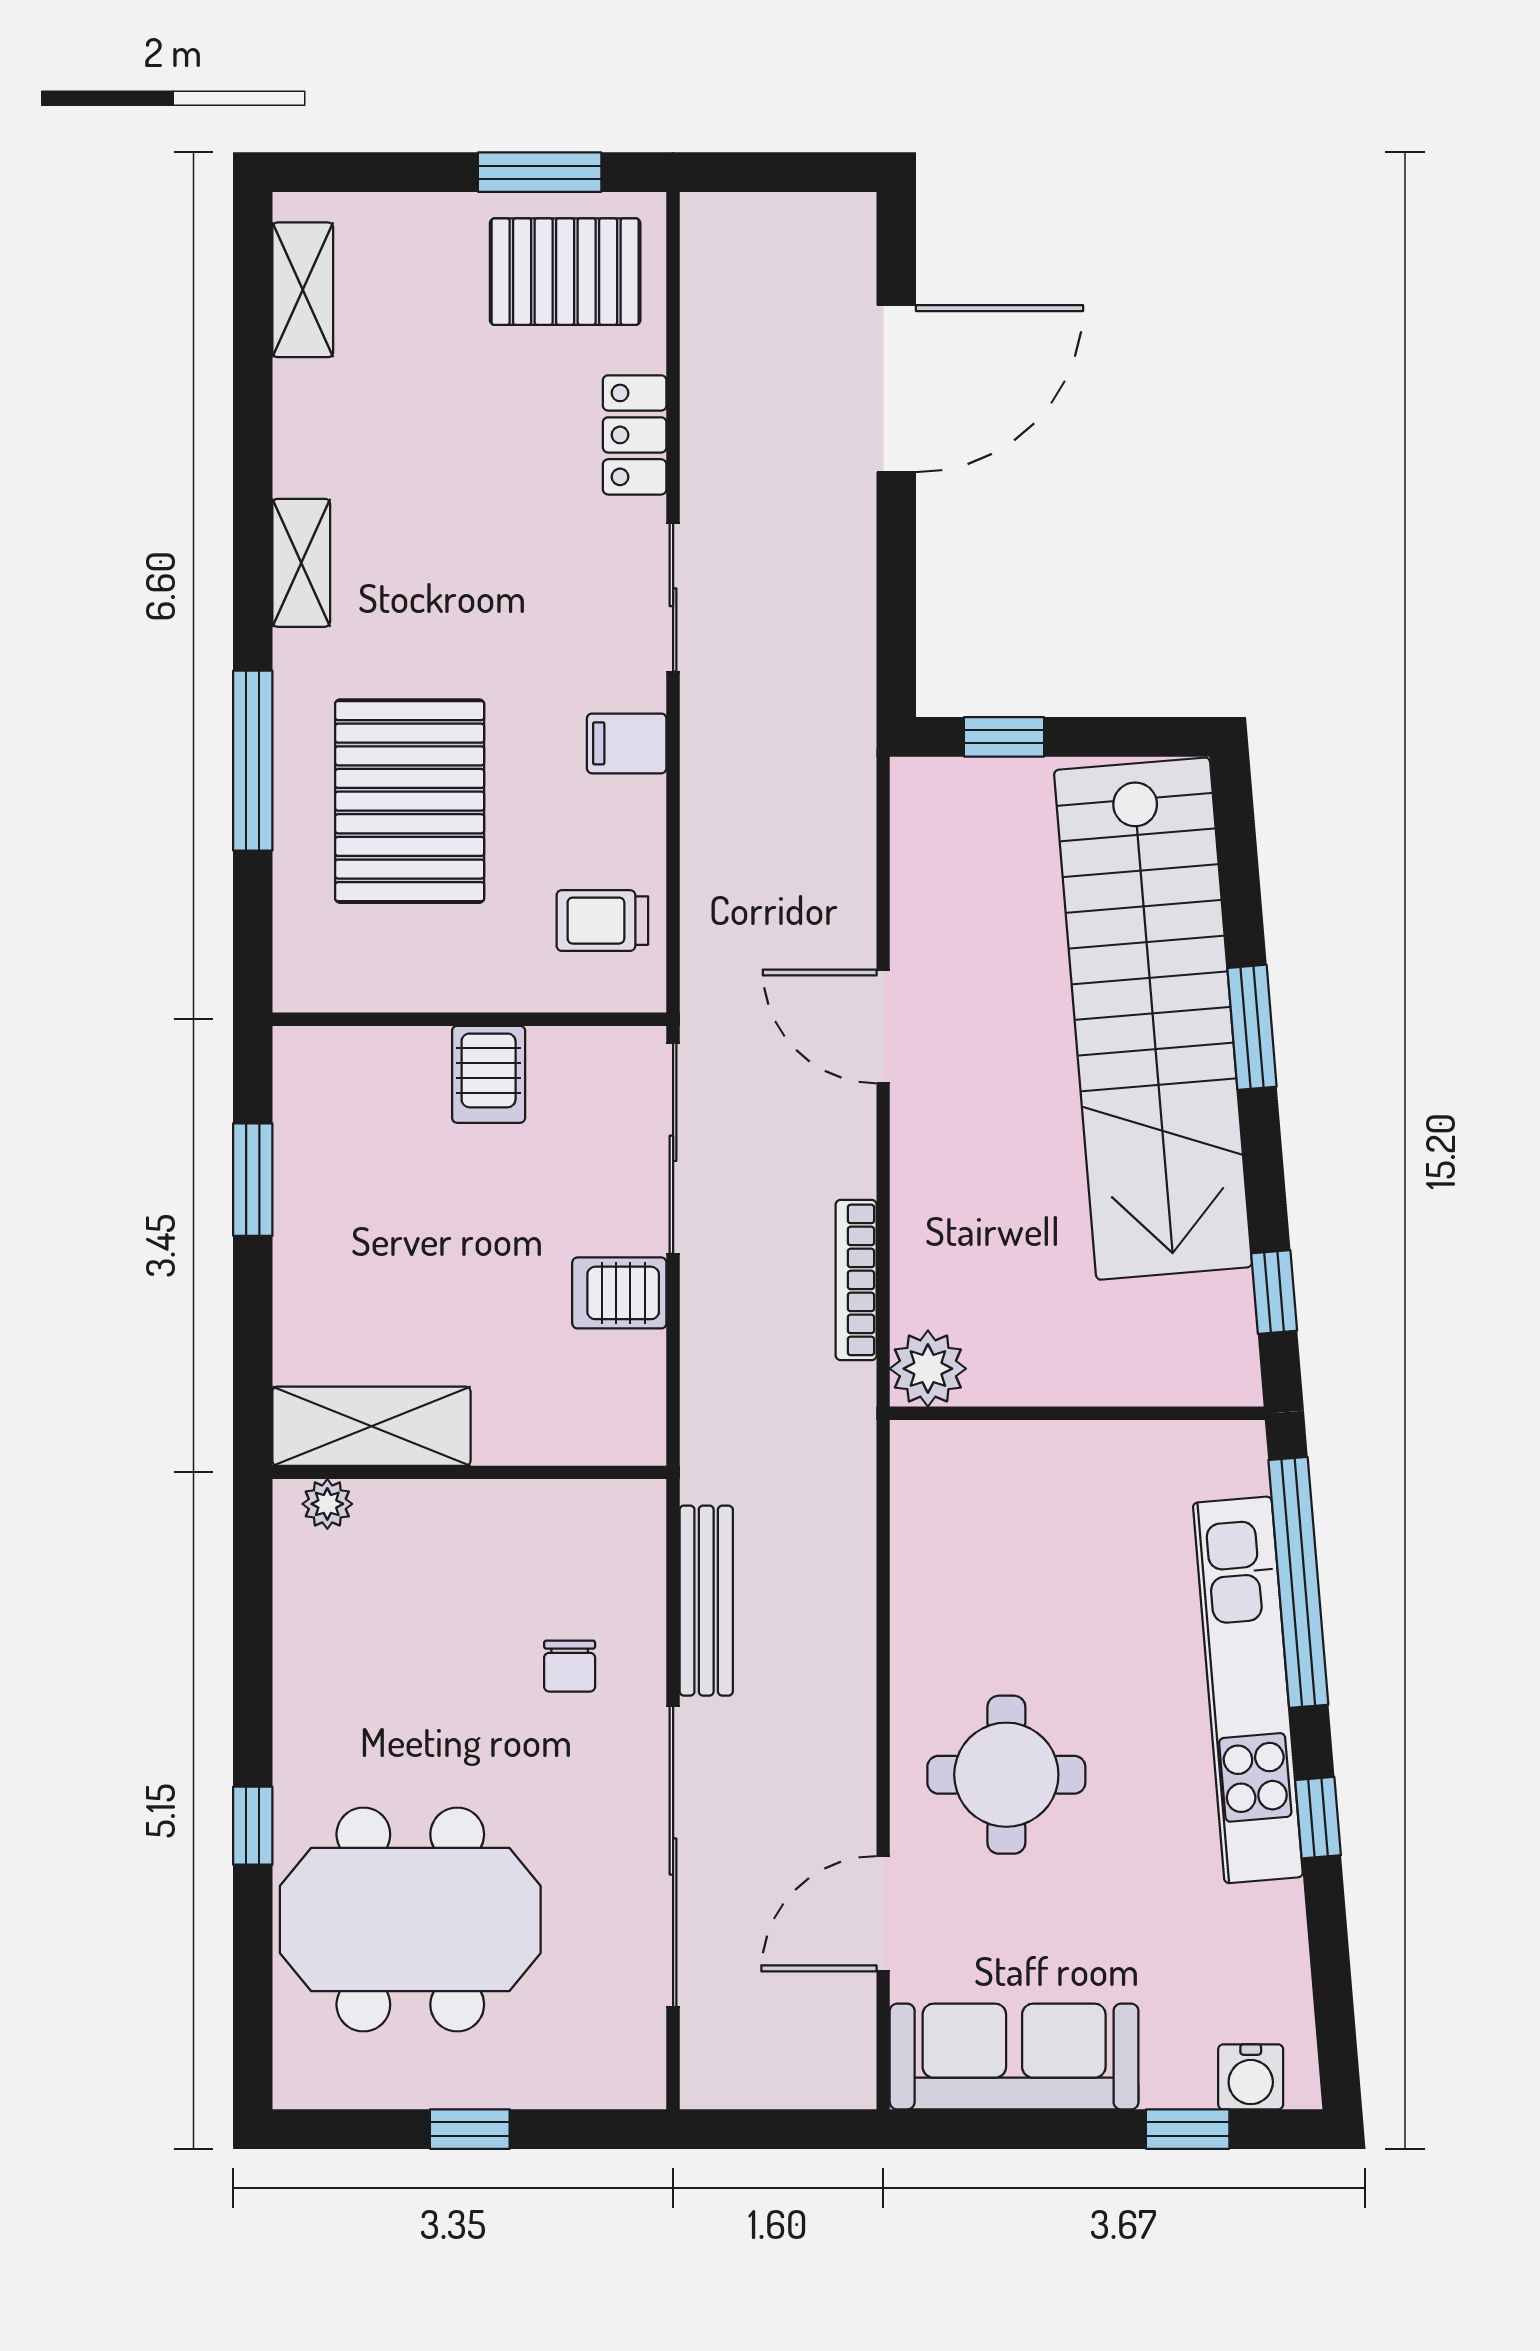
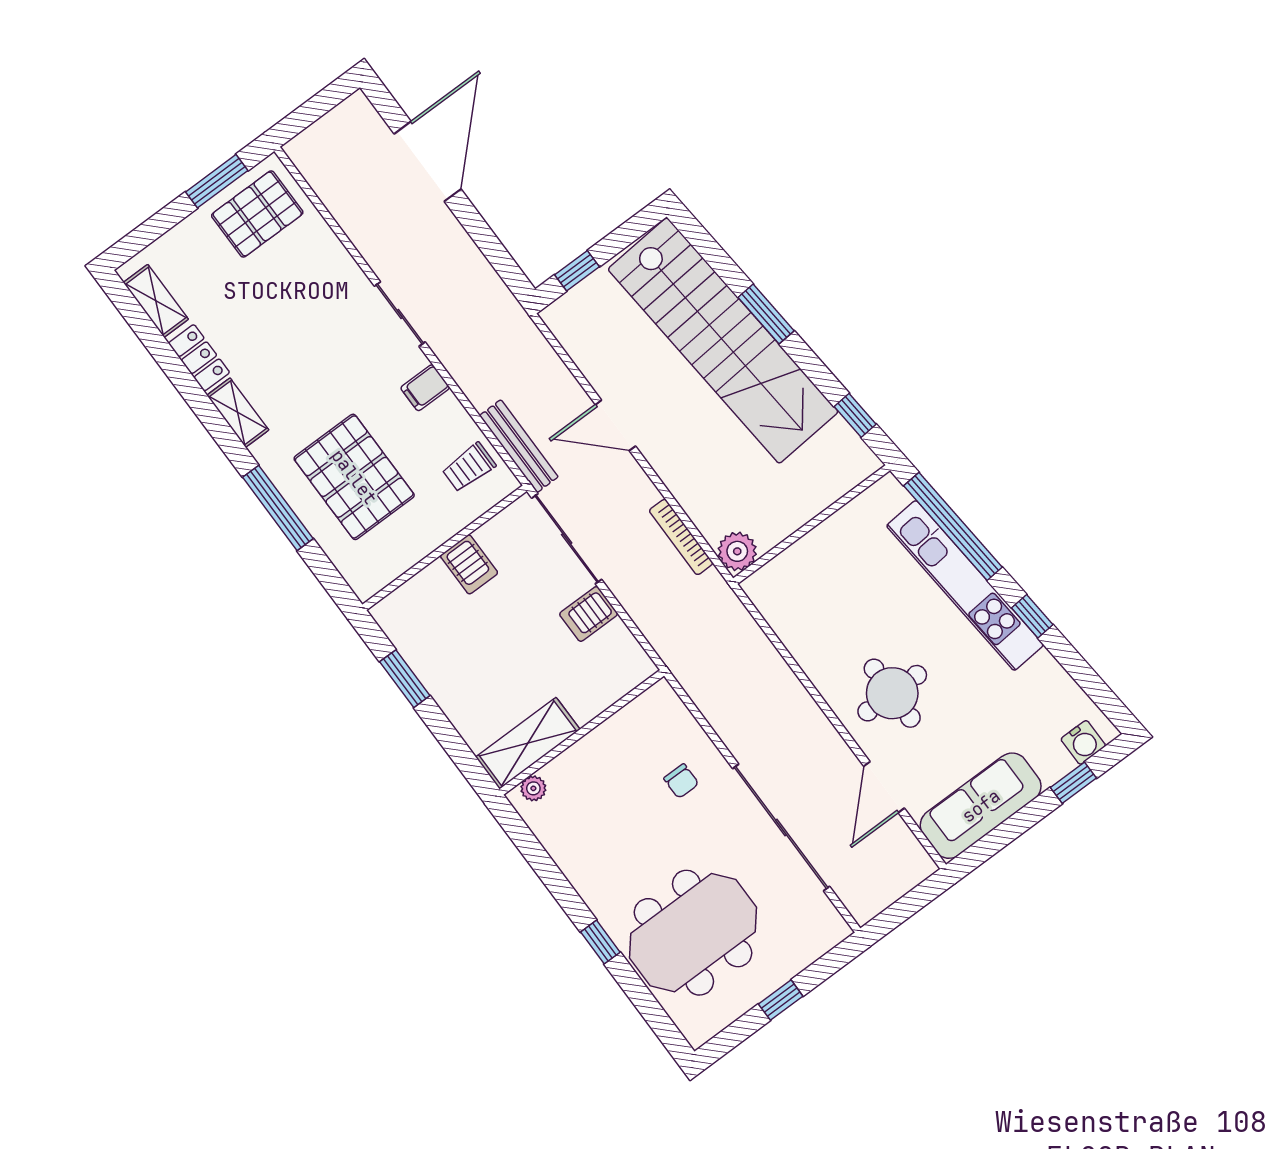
locker: (635, 435) -> (199, 358), moved, turned 180
bench: (706, 1601) -> (519, 446), moved

